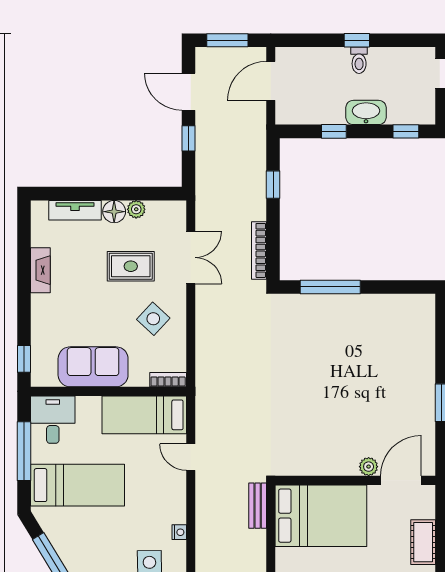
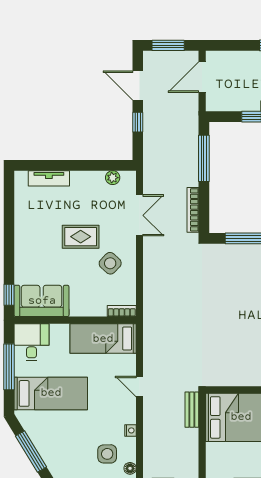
window: (273, 185) -> (204, 158), width x2.17
plant: (136, 209) -> (113, 178), moved
floor lamp: (114, 212) -> (80, 179), removed
rug: (131, 266) -> (81, 237), moved
fireplace: (40, 270) -> (22, 225), removed
sofa: (93, 367) -> (42, 301), moved
door: (191, 457) -> (140, 387), moved

